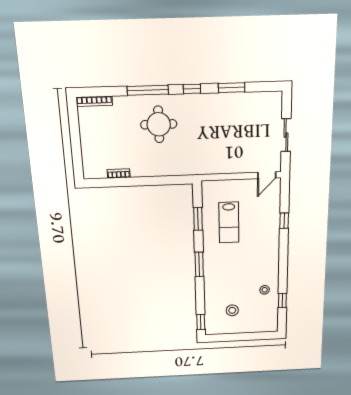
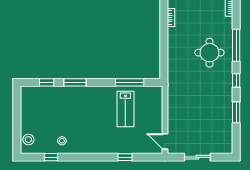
window: (198, 219) -> (130, 82), width x1.44
lab bench: (229, 222) -> (125, 109), turned -90
window: (199, 264) -> (75, 82), moved
stool: (232, 310) -> (28, 140), moved
window: (201, 322) -> (47, 82), moved

